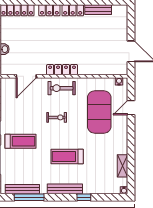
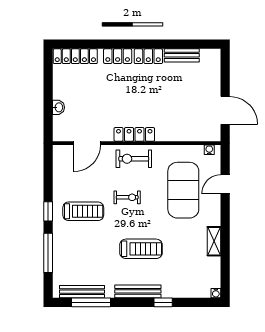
treadmill: (20, 141) -> (83, 211), moved
treadmill: (67, 157) -> (141, 249), turned 180
shelving: (123, 166) -> (214, 241), moved

